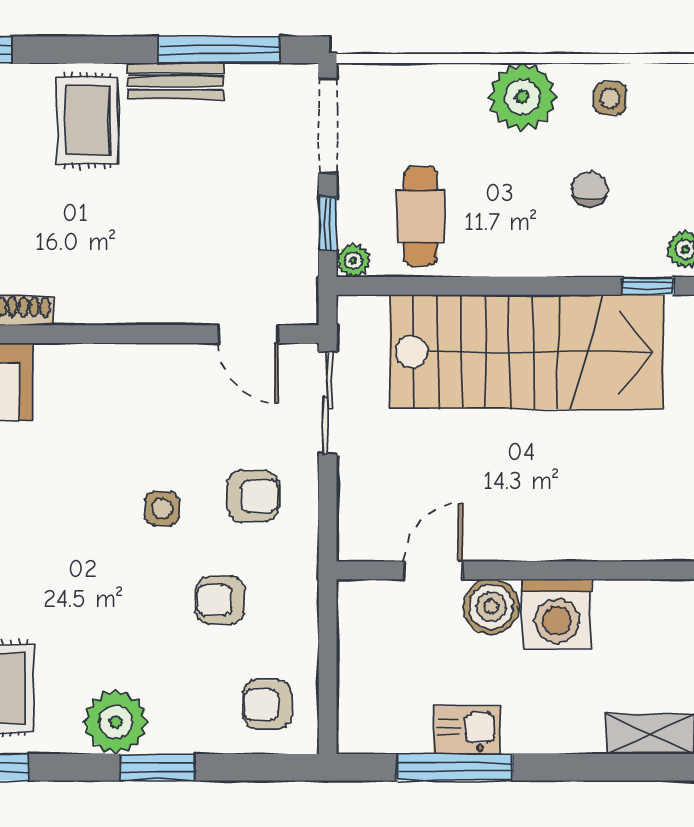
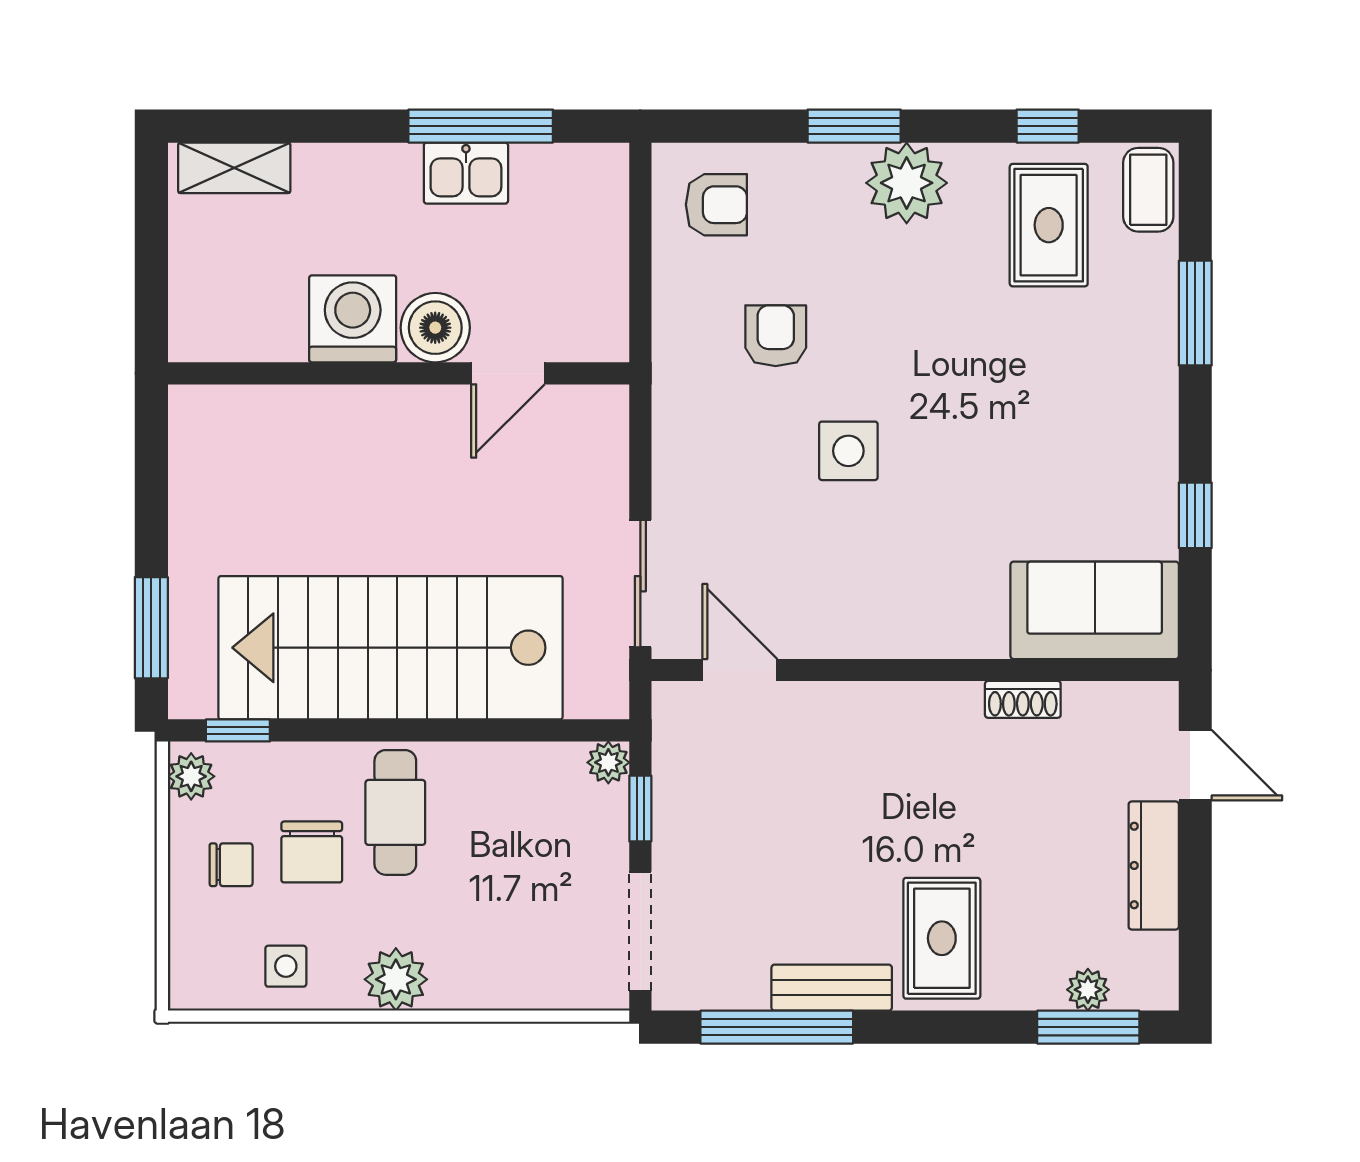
plant: (522, 97) -> (396, 979), width x0.73, depth x0.73
chair: (654, 179) -> (231, 865), added
chair: (589, 189) -> (312, 852), width x1.37, depth x1.37
cafe table: (420, 216) -> (395, 812), moved
armchair: (253, 496) -> (734, 466), removed
side table: (162, 509) -> (848, 451), width x1.37, depth x1.37
armchair: (220, 600) -> (776, 336), turned -90

